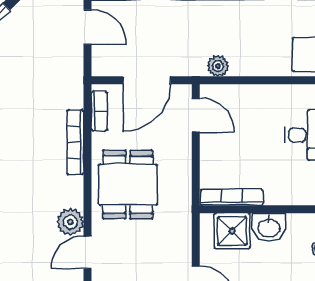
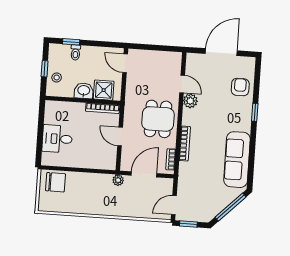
door: (88, 27) -> (174, 205), hinge flipped
plant: (218, 66) -> (118, 180), moved
door: (196, 115) -> (120, 137), moved
door: (88, 252) -> (182, 84), hinge flipped

